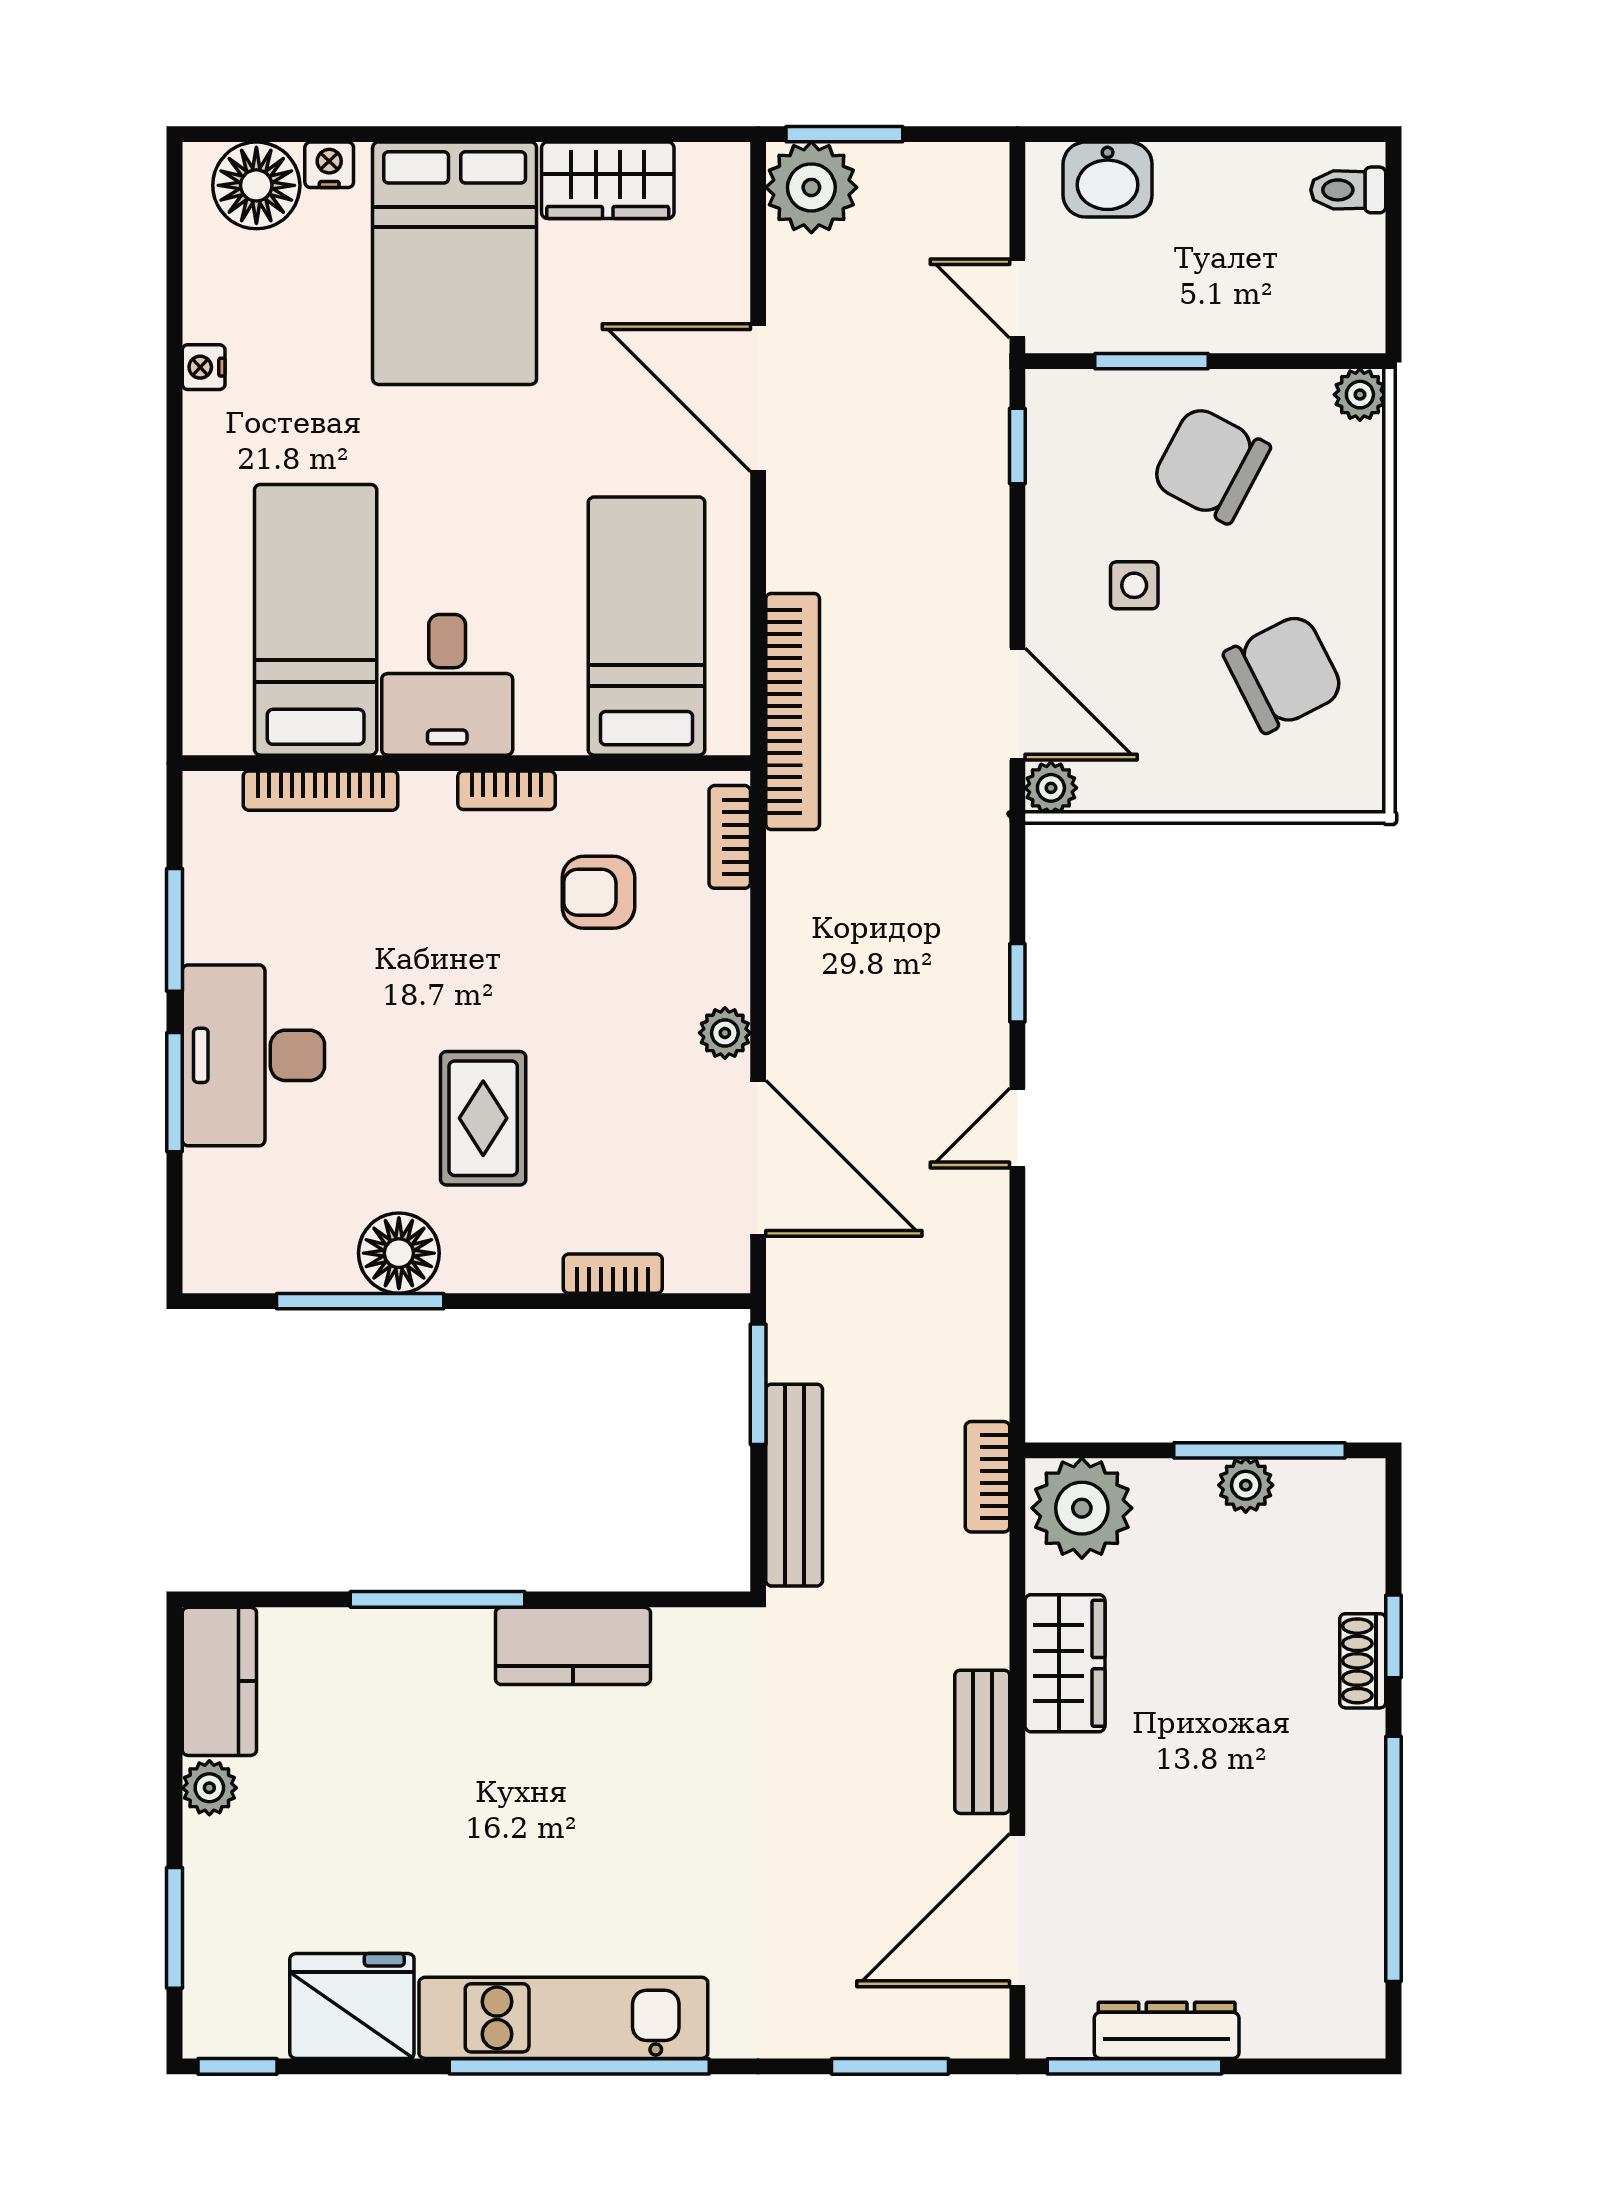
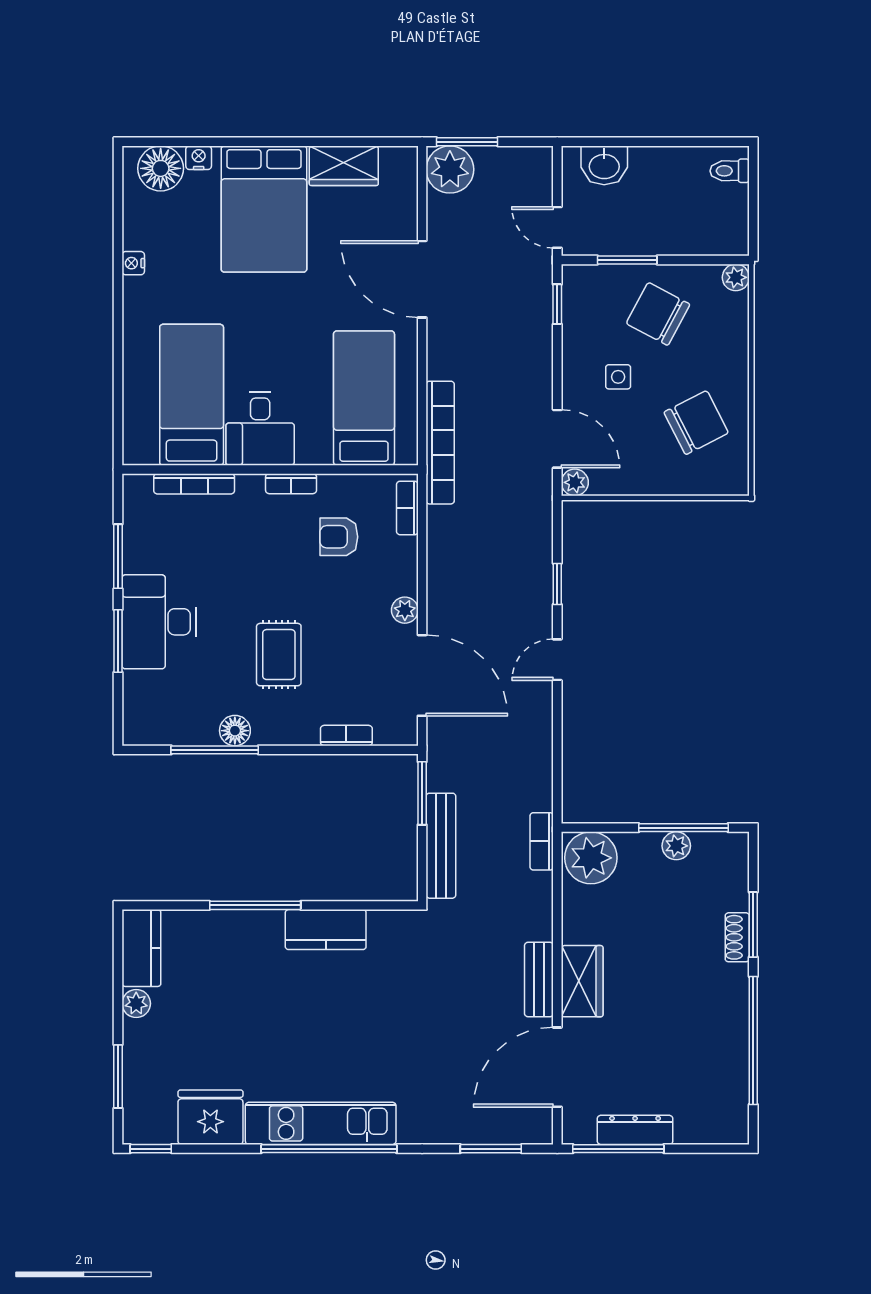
floor lamp: (399, 1253) -> (235, 731), width x0.73, depth x0.73
window: (1393, 1636) -> (753, 925), width x1.50
wardrobe: (1065, 1663) -> (582, 981), moved

